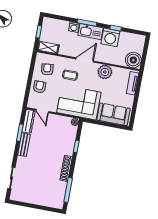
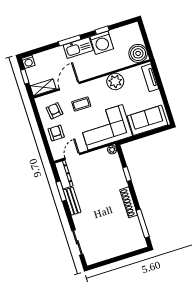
washing machine: (74, 27) -> (28, 62), moved
door: (85, 60) -> (69, 86), moved
door: (42, 111) -> (72, 156), swing flipped

